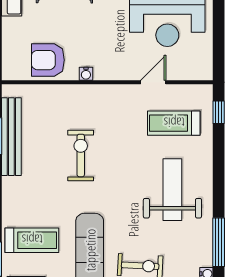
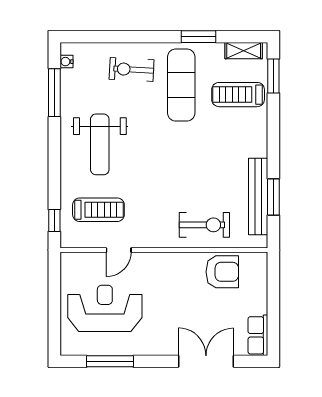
water cooler: (86, 74) -> (185, 258), removed
exercise bike: (81, 155) -> (204, 225), moved, turned -90

